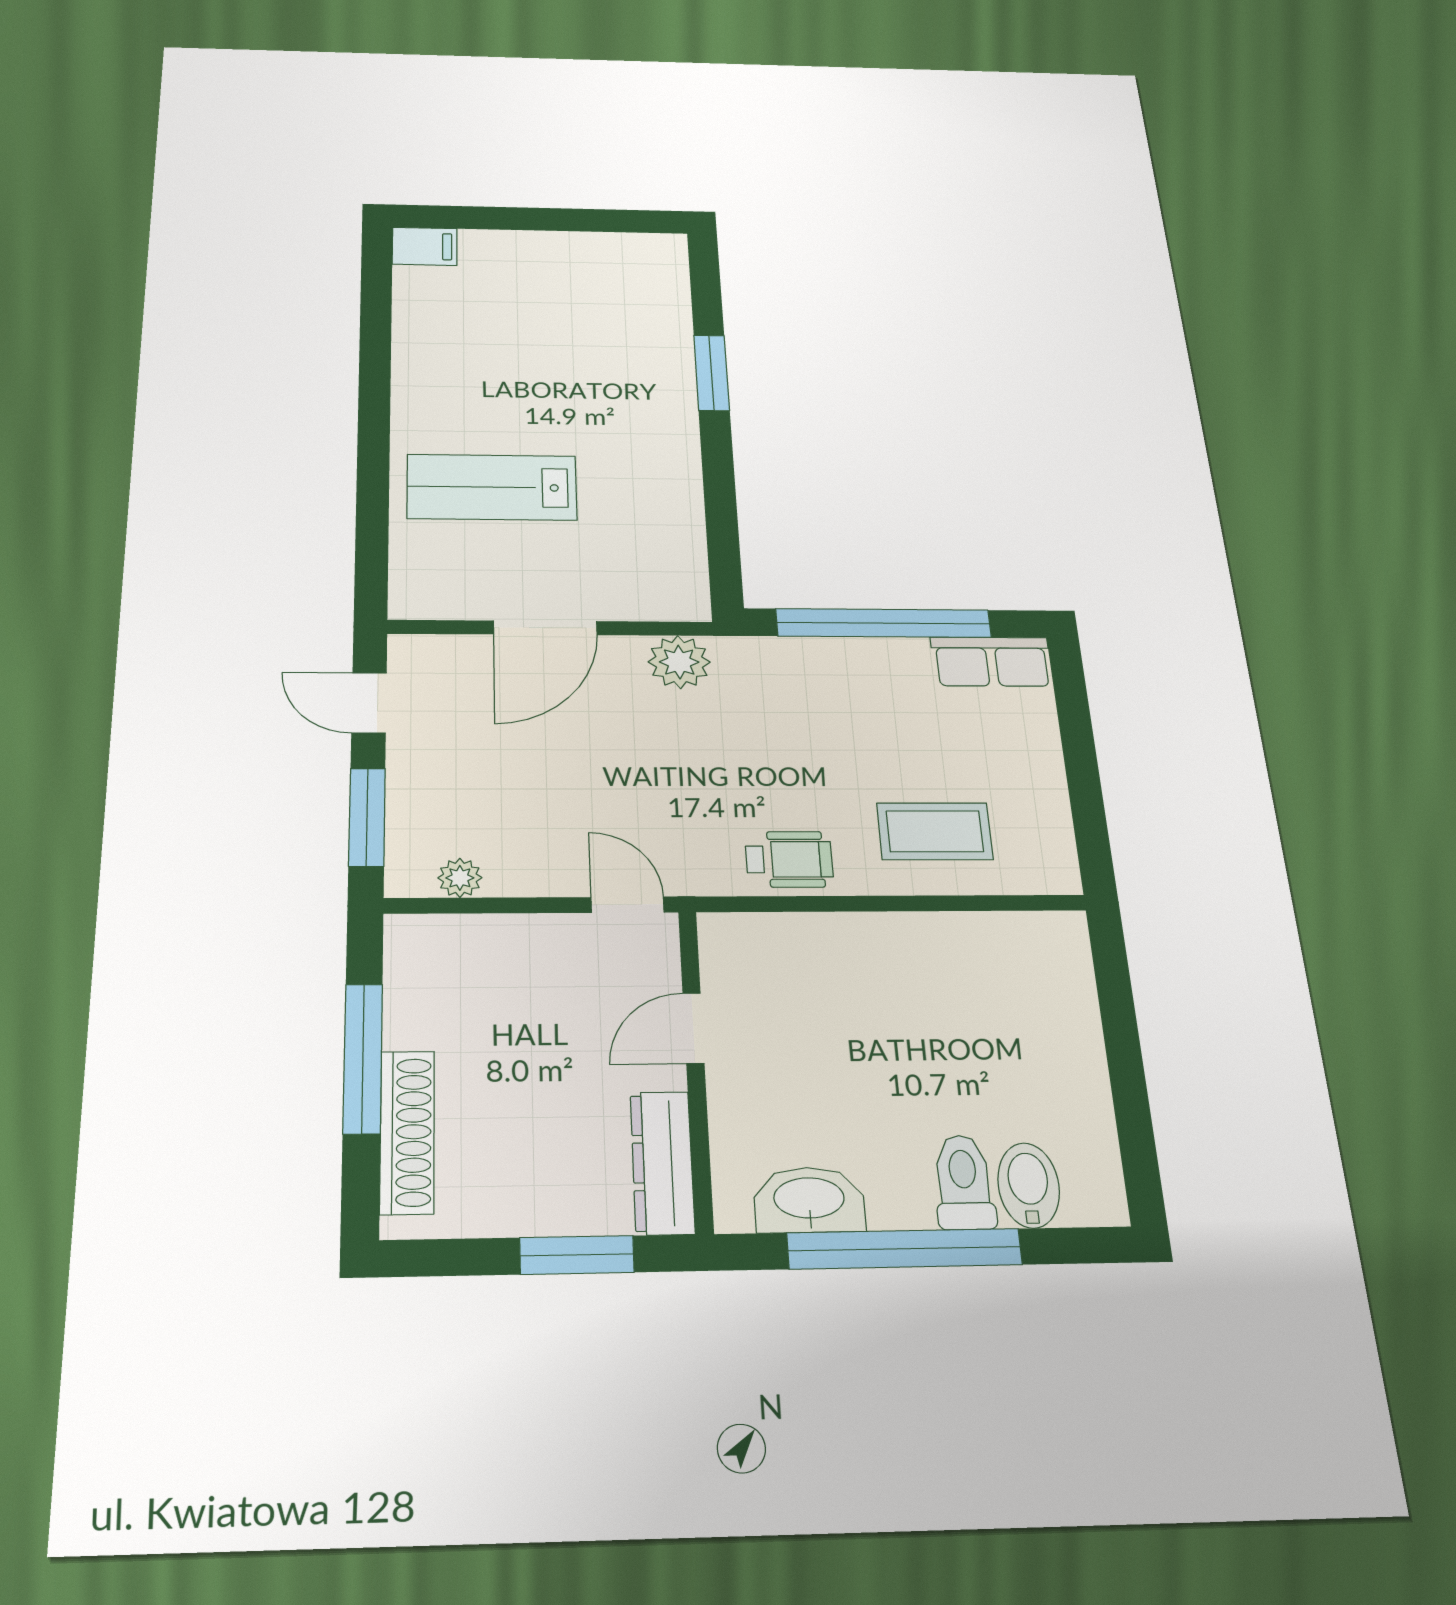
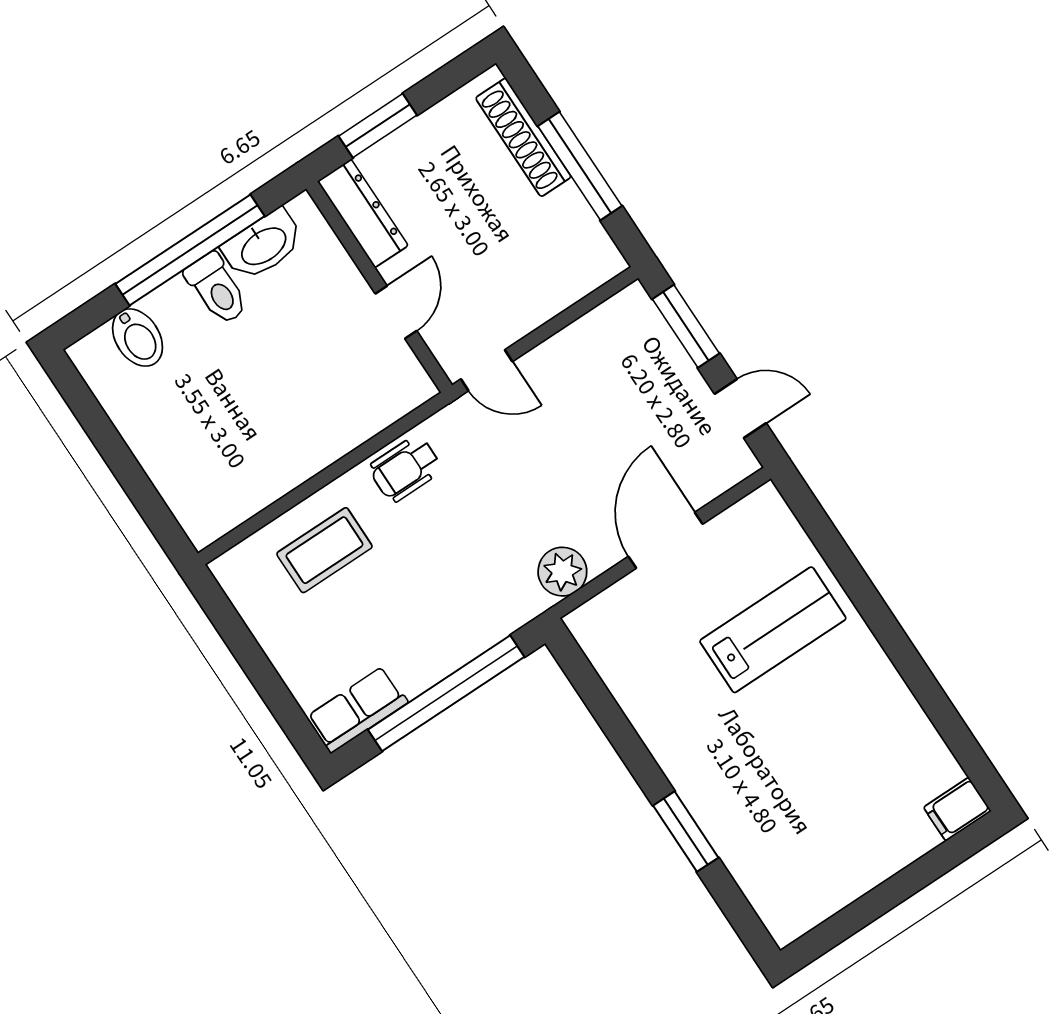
plant: (460, 878) -> (601, 322), removed
toilet: (964, 1182) -> (217, 289), moved

